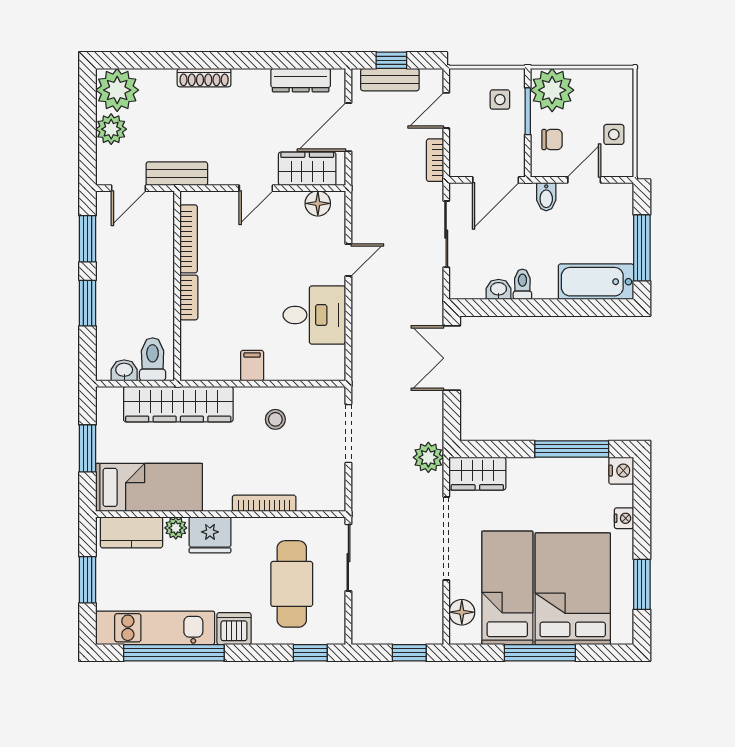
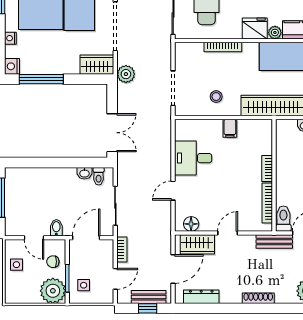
door: (584, 180) -> (34, 238), hinge flipped
bathtub: (596, 282) -> (27, 178), removed
toilet: (522, 284) -> (99, 176), moved
toilet: (153, 359) -> (283, 219), moved, turned 180

